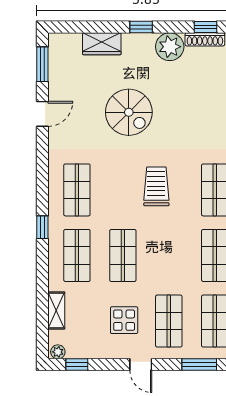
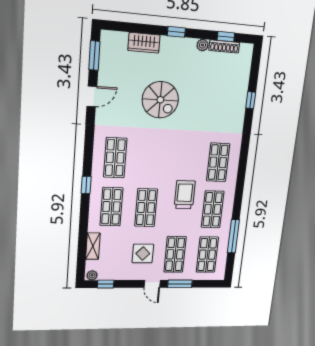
plant: (170, 47) -> (202, 45), width x0.53, depth x0.53
trolley: (156, 186) -> (185, 195), moved
window: (199, 365) -> (180, 284), moved

